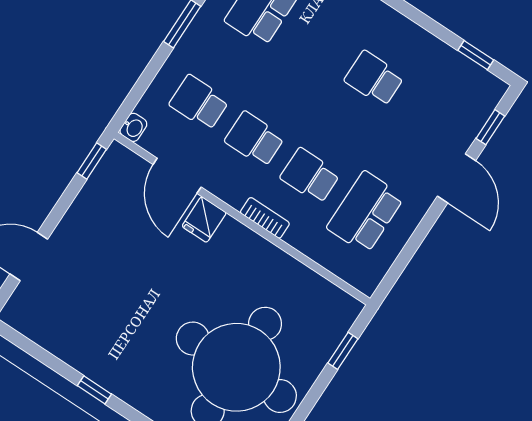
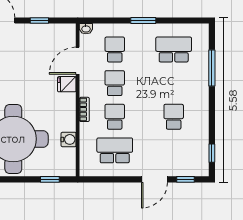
window: (92, 161) -> (39, 20), moved
water cooler: (297, 277) -> (69, 139), added

